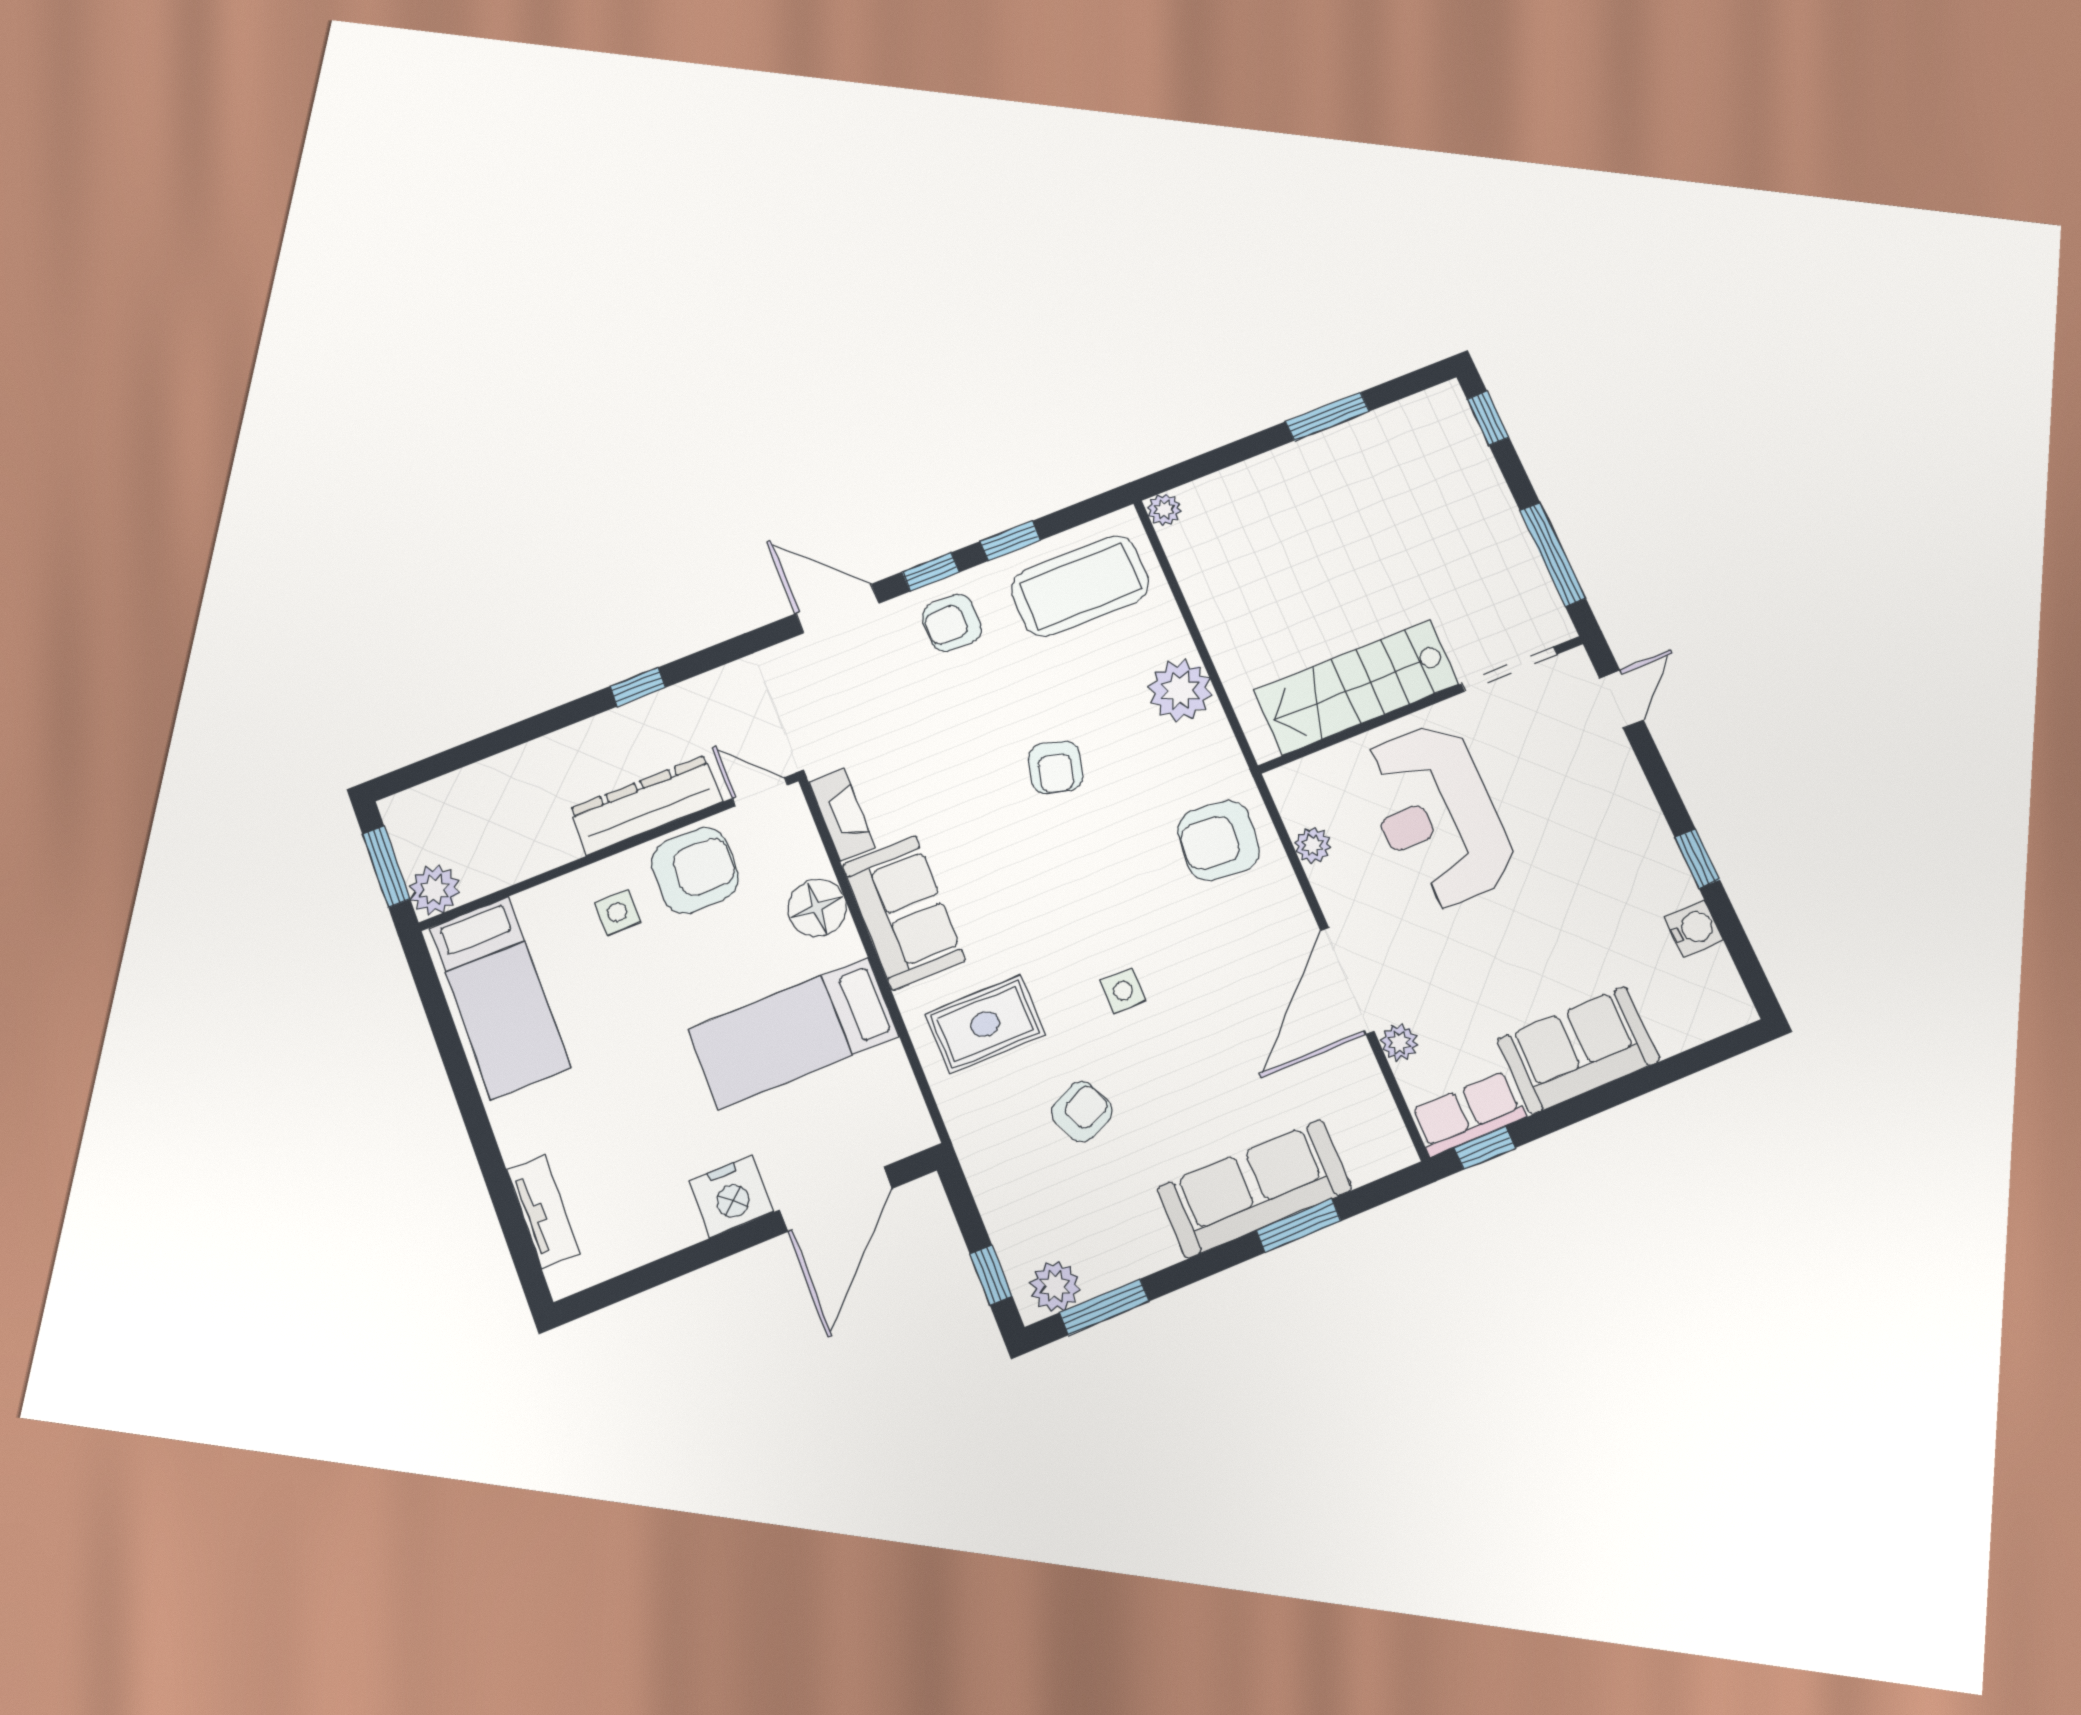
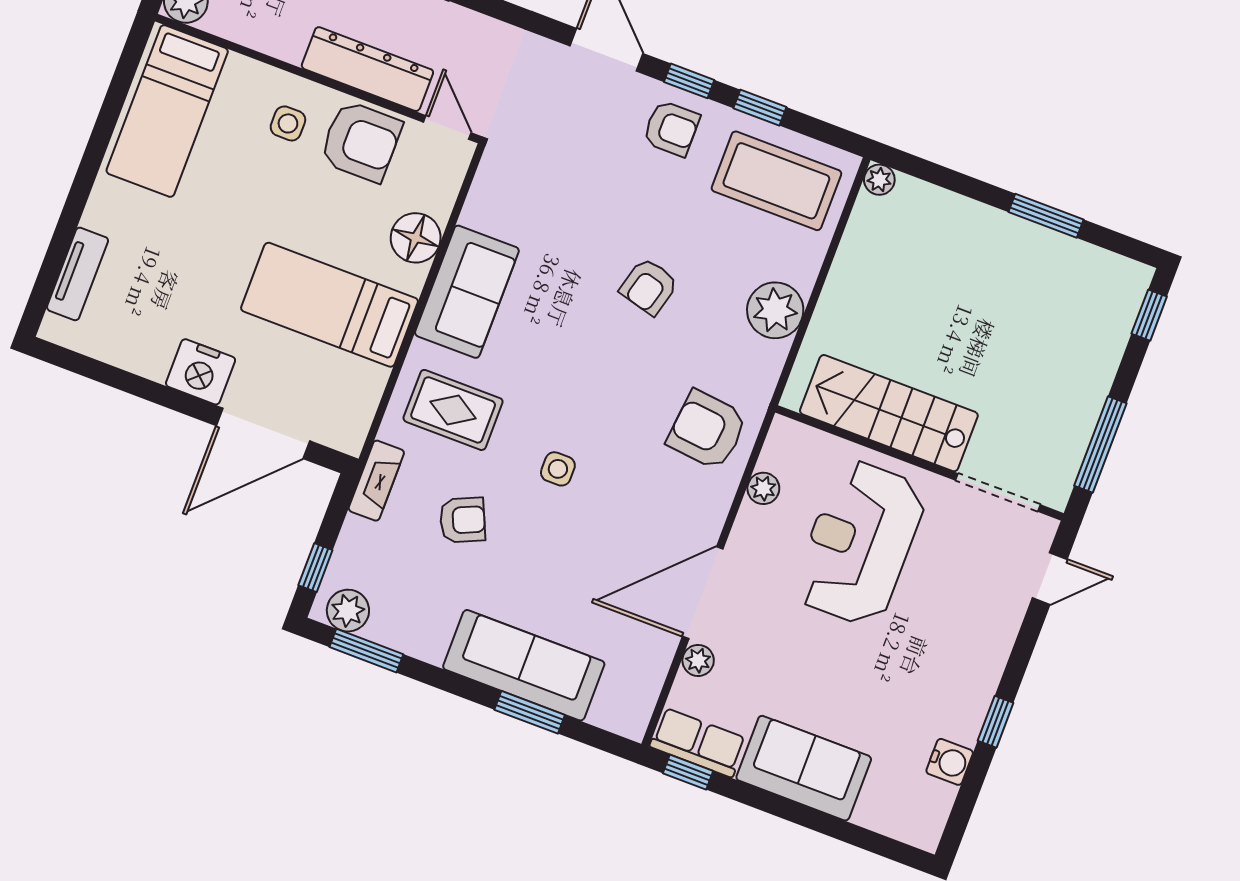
armchair: (952, 623) -> (671, 128), turned 180
fireplace: (842, 815) -> (376, 481), moved

